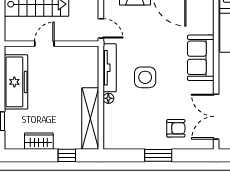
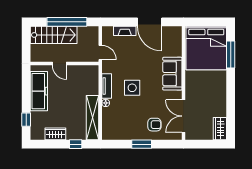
door: (44, 44) -> (59, 64), swing flipped
tv unit: (110, 68) -> (107, 86), width x0.71

